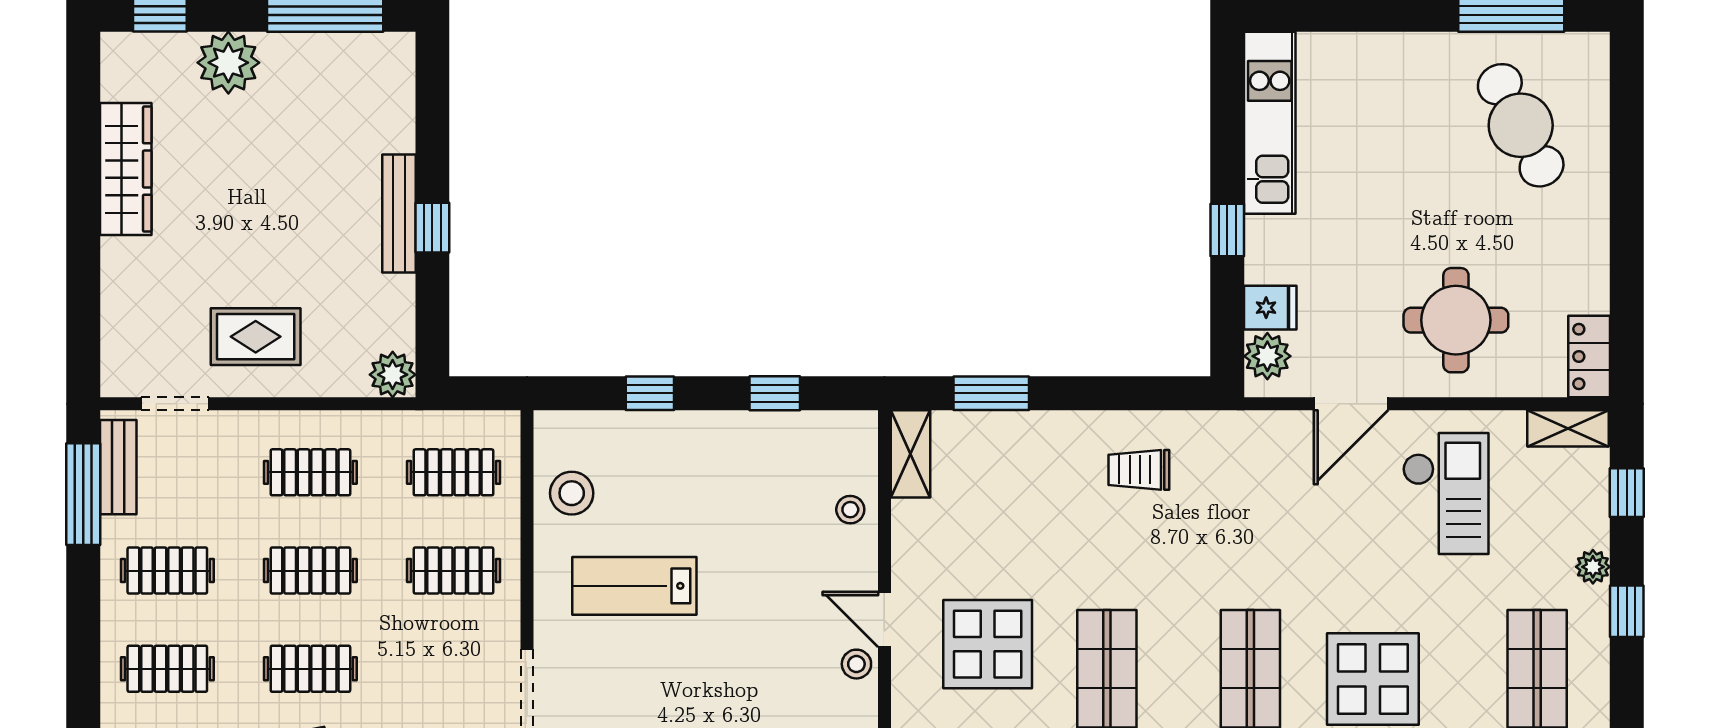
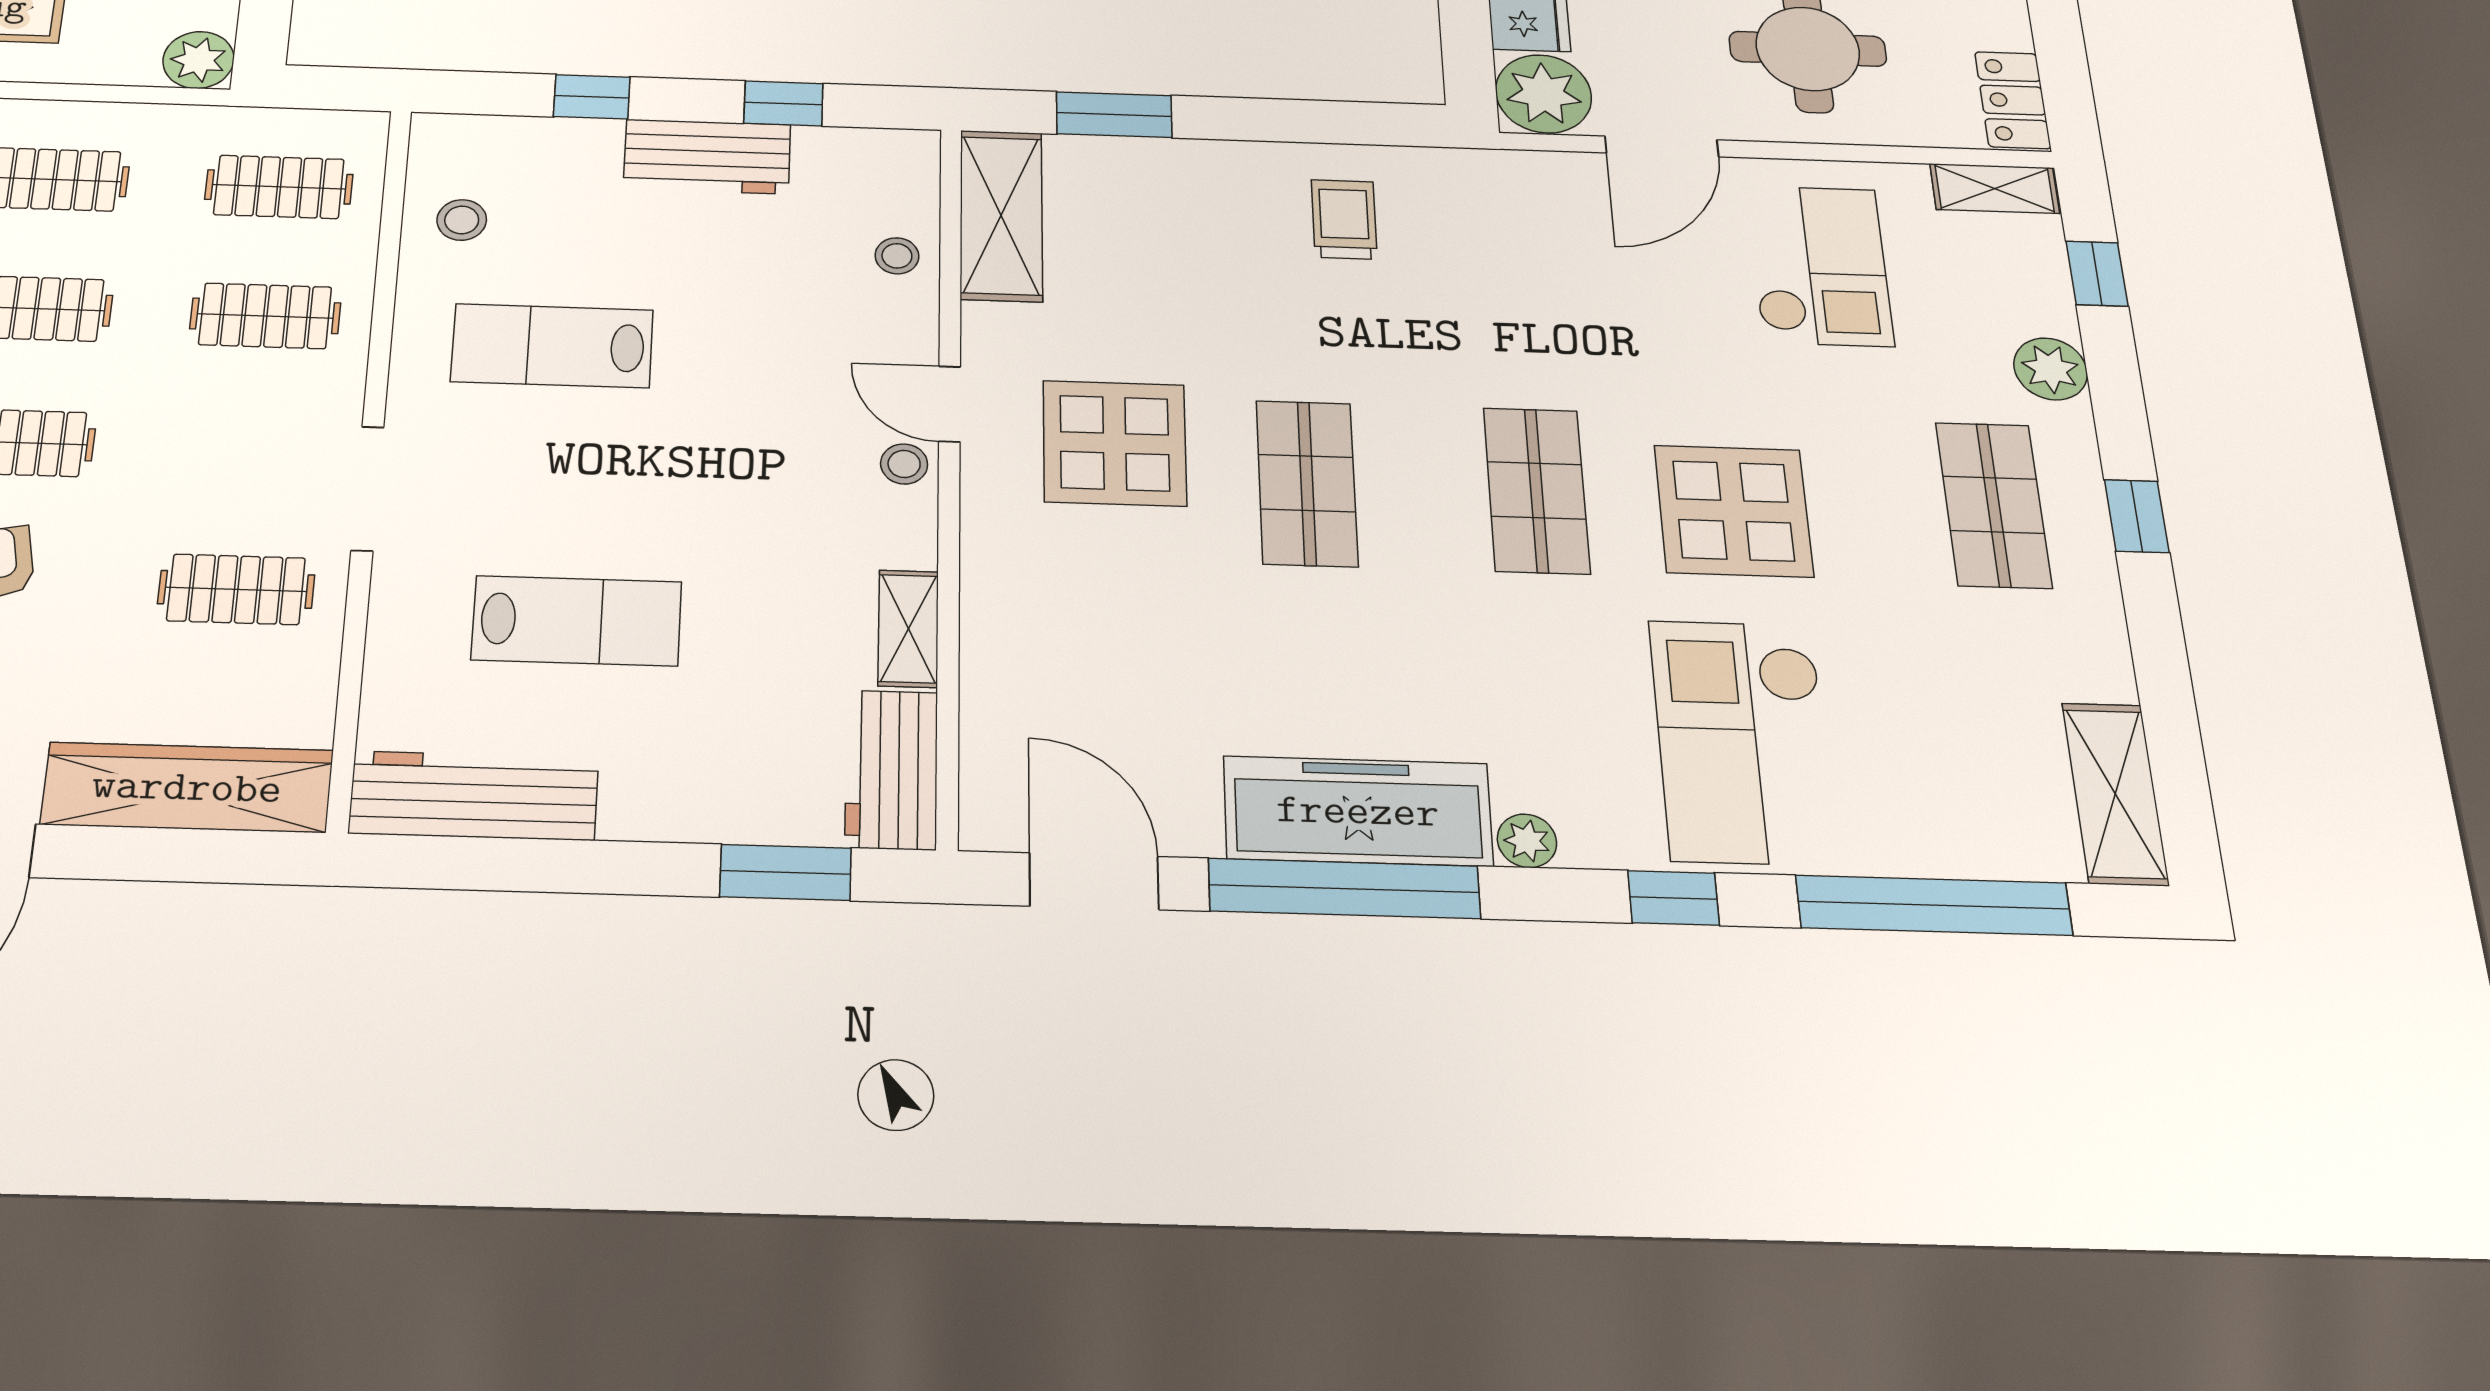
plant: (1267, 356) -> (1543, 94), width x1.36, depth x1.36
workbench: (727, 438) -> (707, 157), added
shelving: (910, 454) -> (1001, 215), width x1.50, depth x1.33
trolley: (1139, 470) -> (1344, 219), turned 90
stool: (572, 493) -> (462, 220), width x0.73, depth x0.73
plant: (1593, 567) -> (2051, 369), width x1.38, depth x1.38
window: (1627, 611) -> (2137, 516), moved

